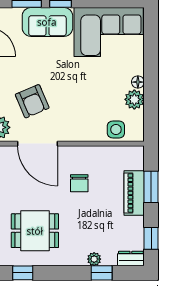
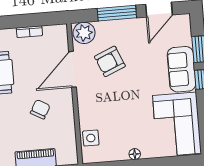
plant: (134, 99) -> (119, 152), removed
chair: (79, 183) -> (40, 109), turned 119

